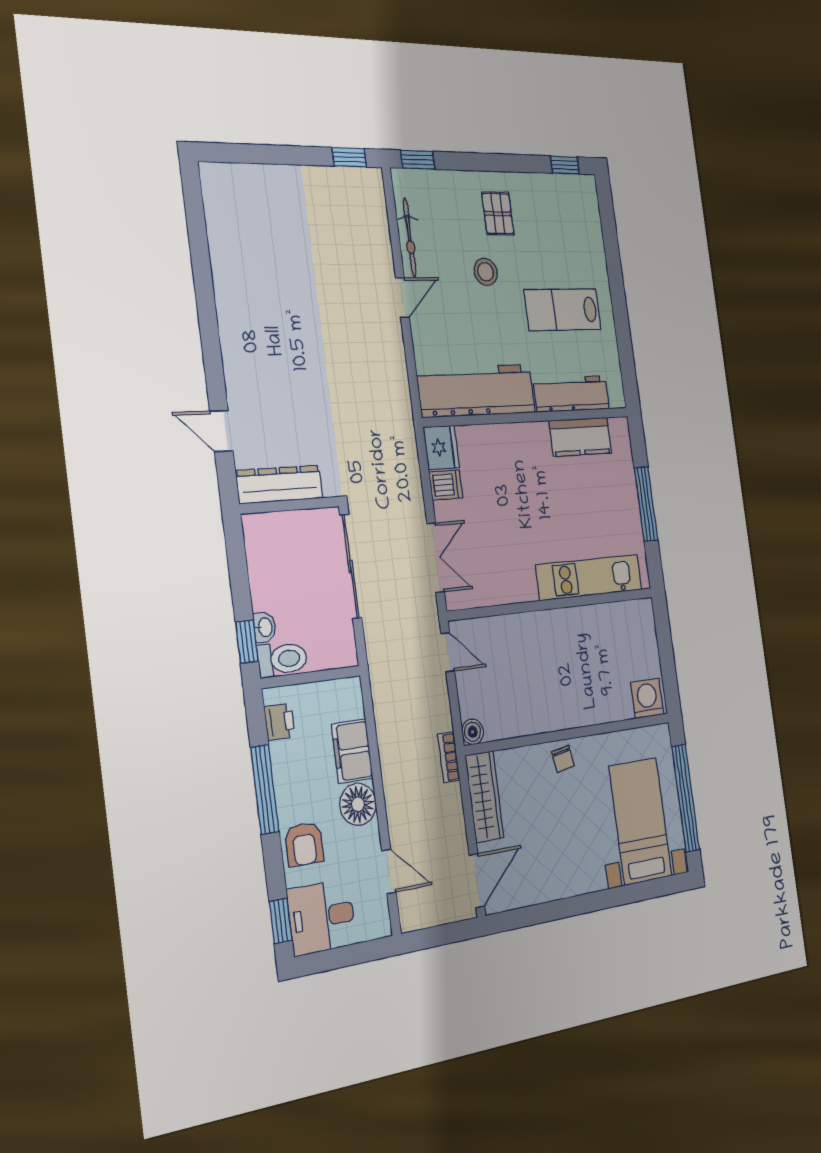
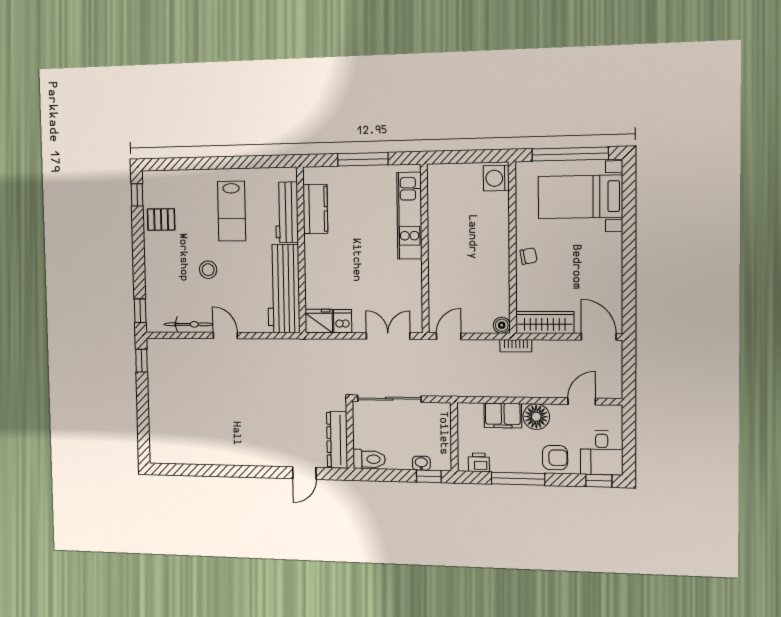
pallet: (498, 214) -> (161, 220), moved
toilet: (282, 659) -> (369, 459), moved, turned 90

